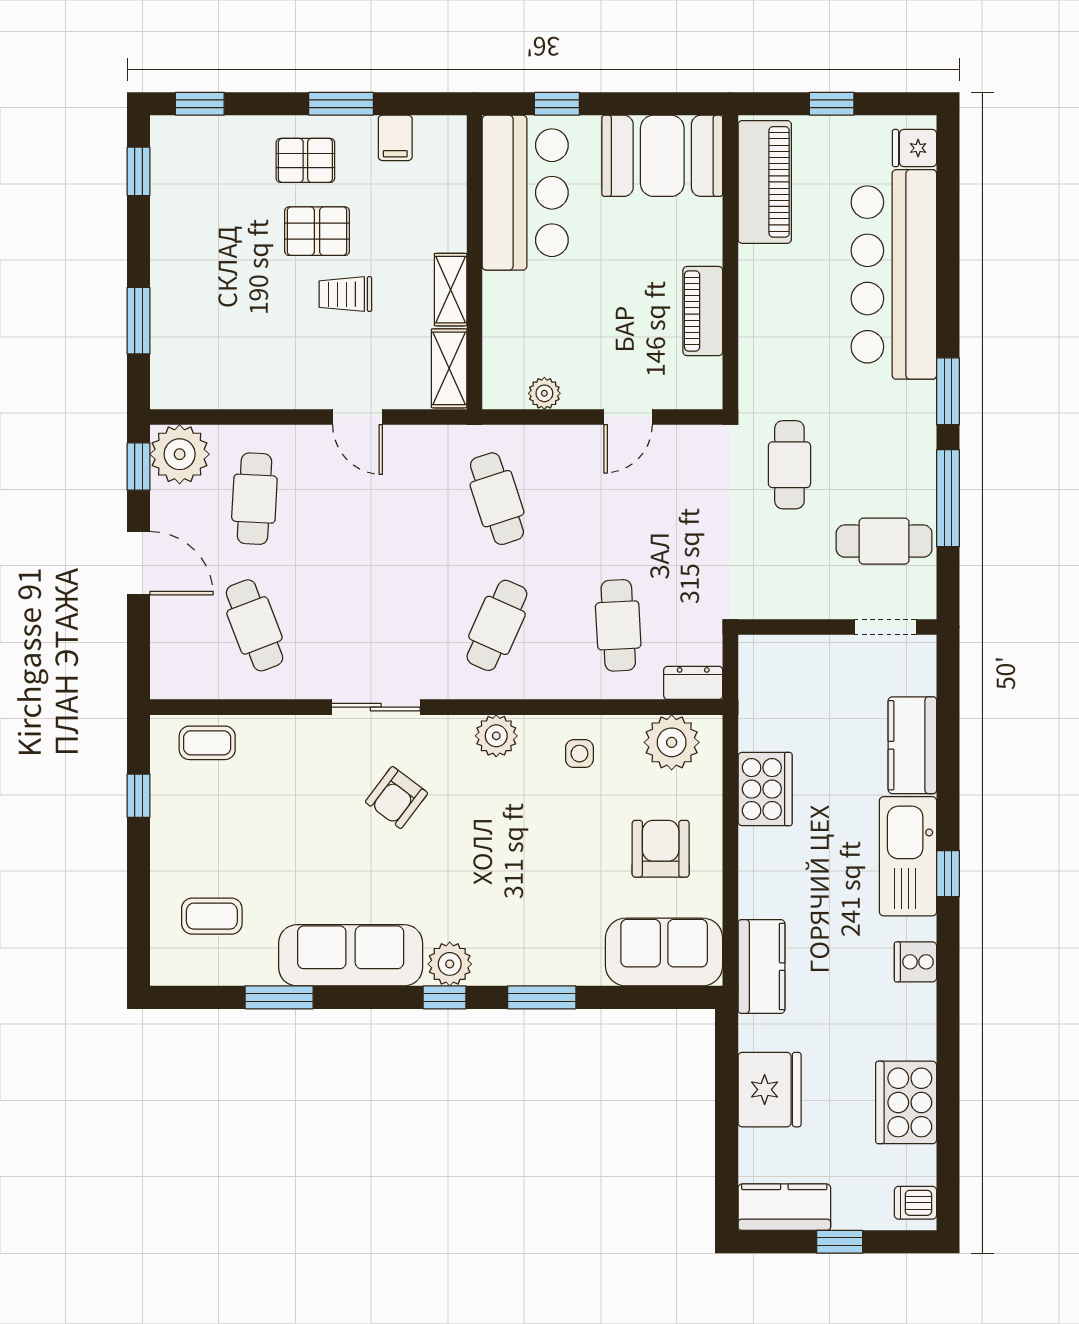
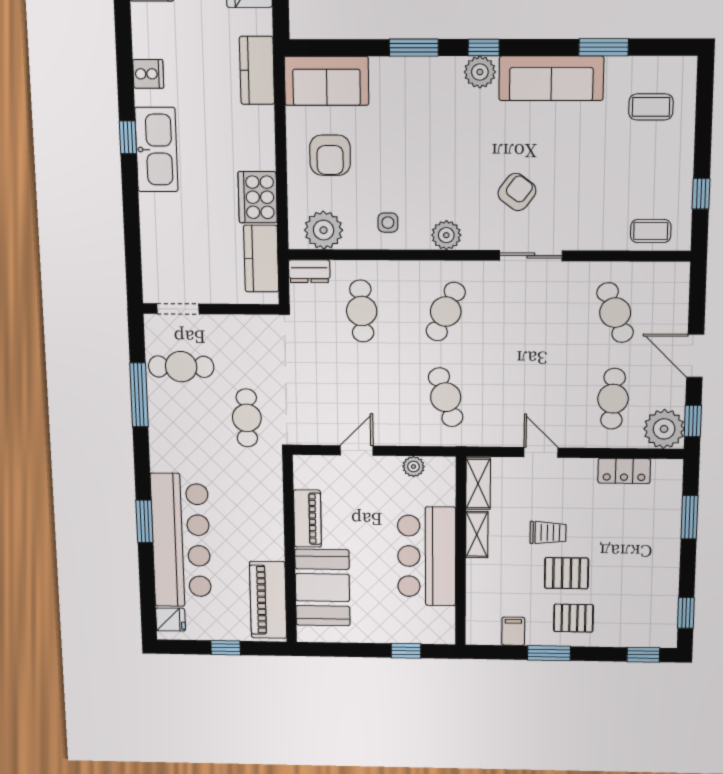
booth: (662, 156) -> (322, 588), moved, turned 90
bar counter: (525, 193) -> (427, 556), moved
locker: (236, 390) -> (624, 471), added
window: (948, 391) -> (144, 521), moved
kitchen counter: (912, 745) -> (261, 259), moved, turned 180

